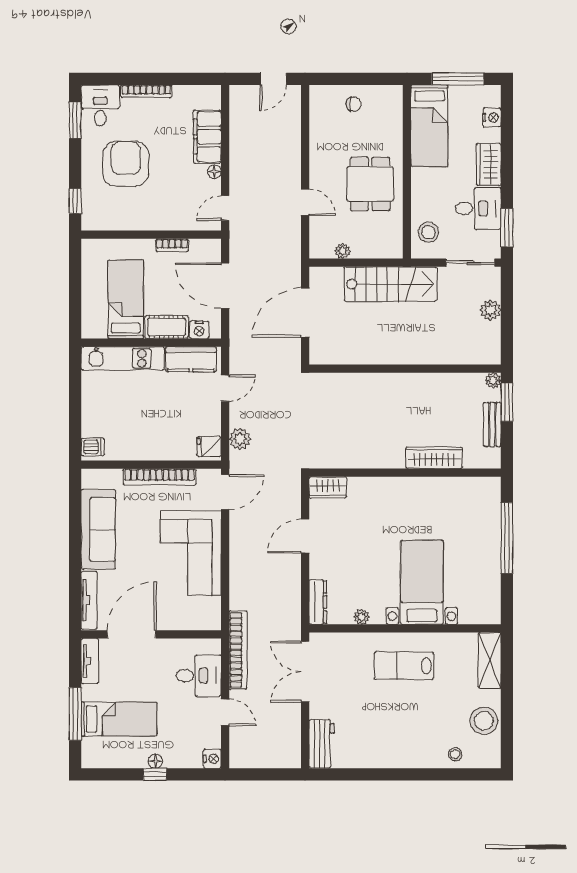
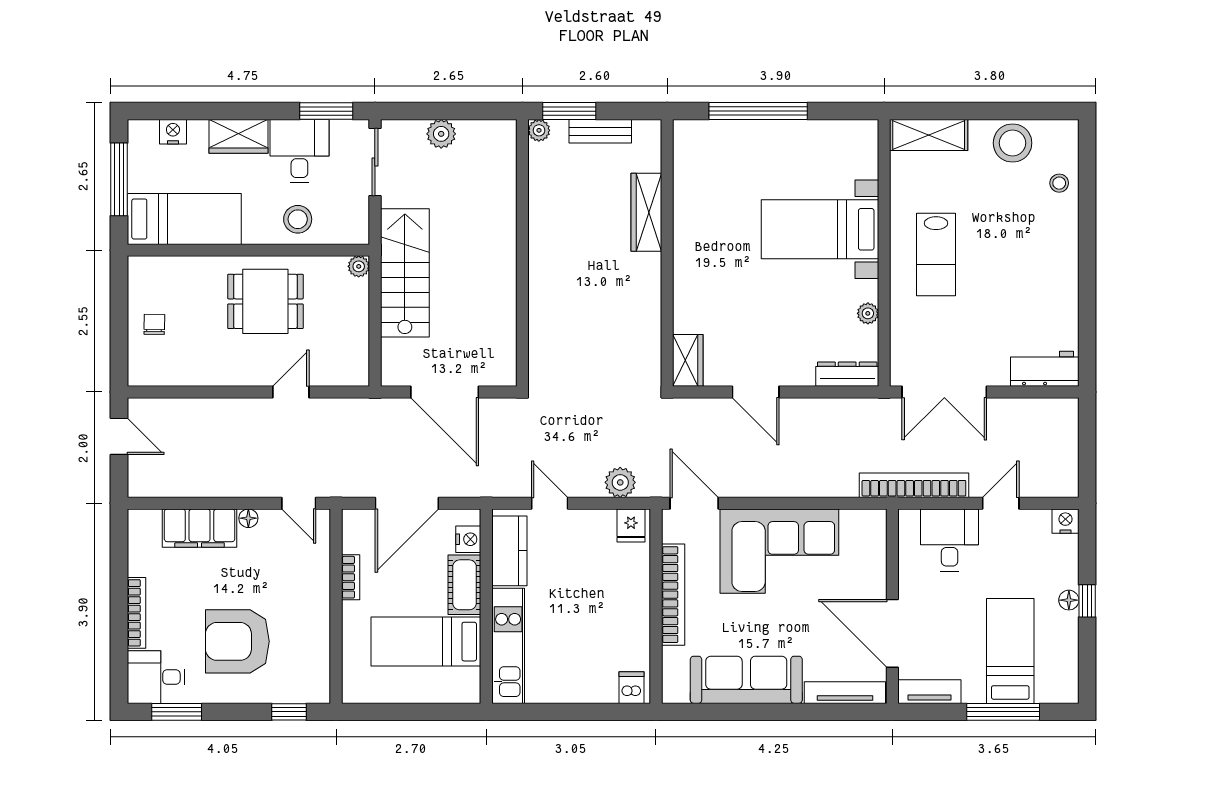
stool: (429, 232) -> (298, 219), moved
plant: (343, 251) -> (359, 266), moved

